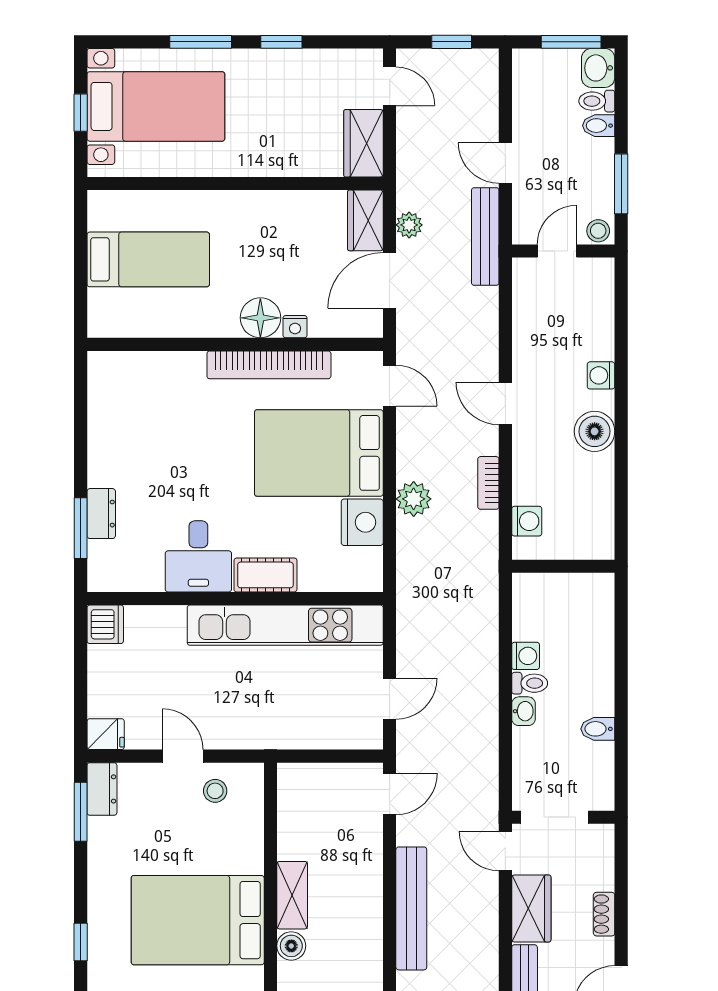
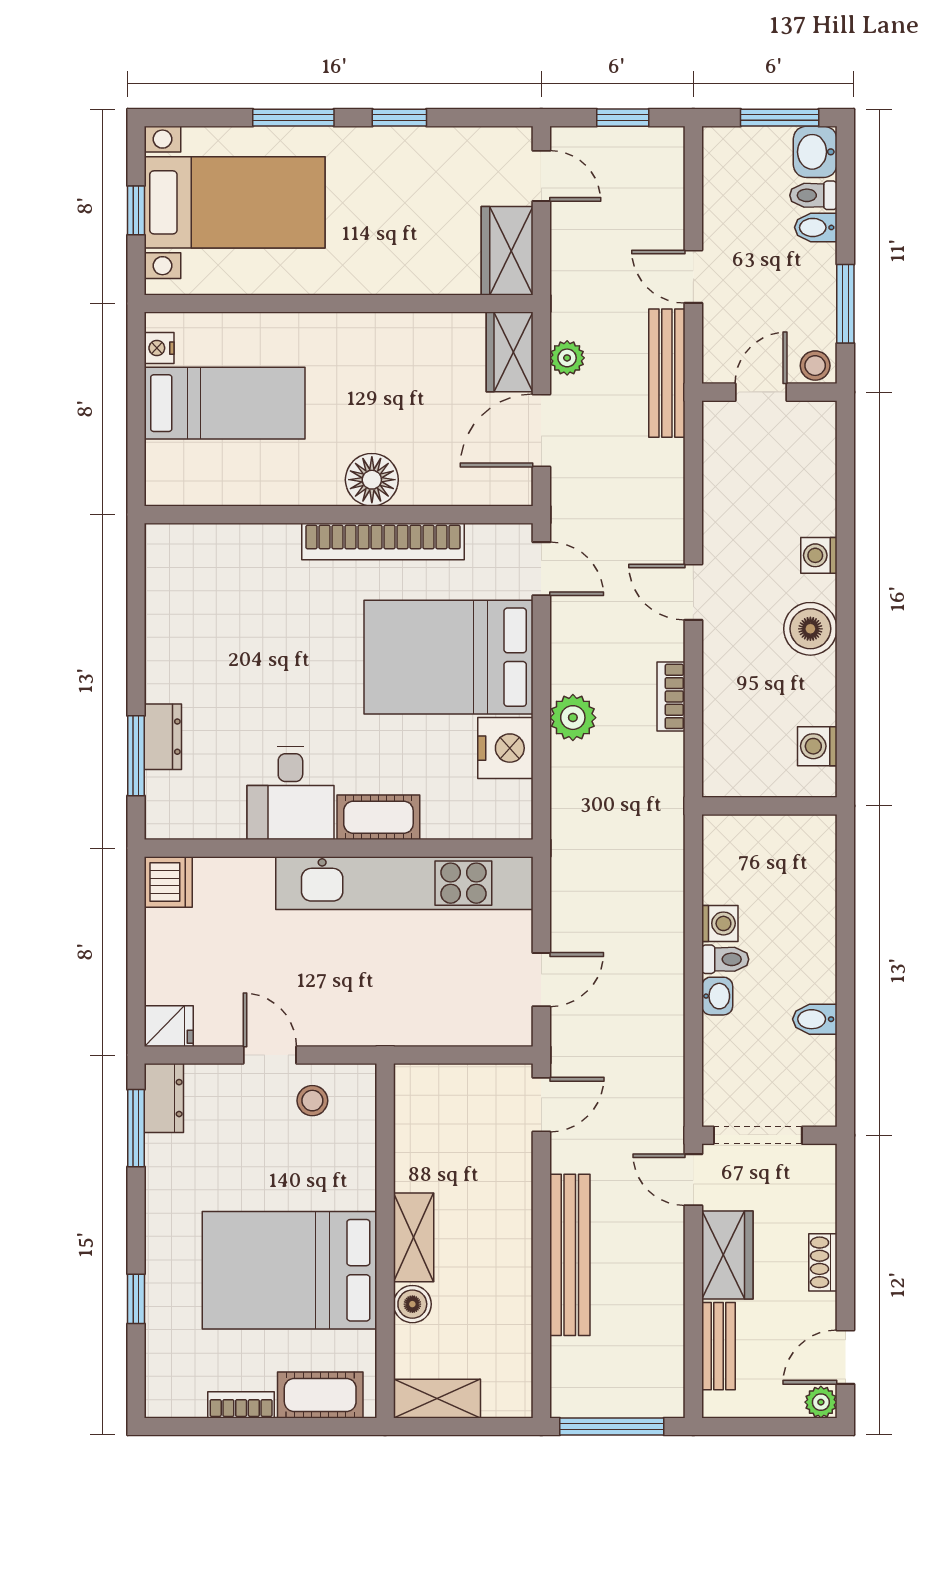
nightstand: (295, 327) -> (159, 348), moved, turned 90
washing machine: (527, 521) -> (817, 746), moved, turned 180

